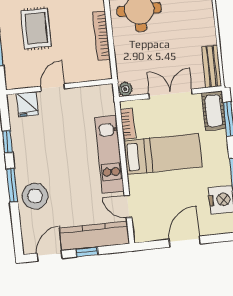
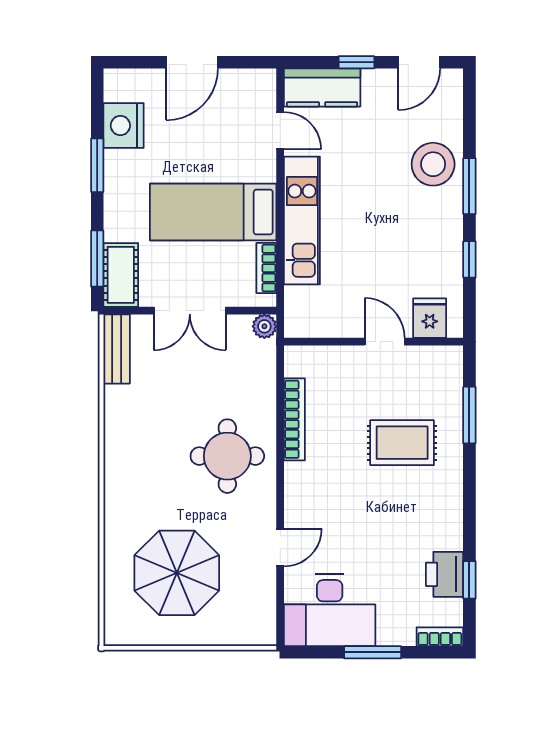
rug: (36, 29) -> (402, 443), turned 90
door: (53, 87) -> (385, 342), swing flipped
kitchen counter: (94, 236) -> (322, 88), width x0.67

